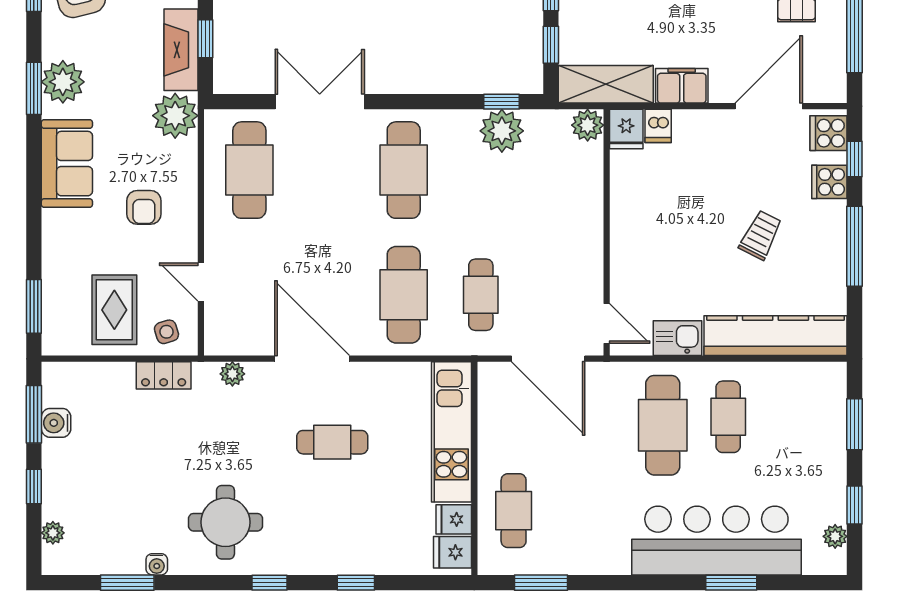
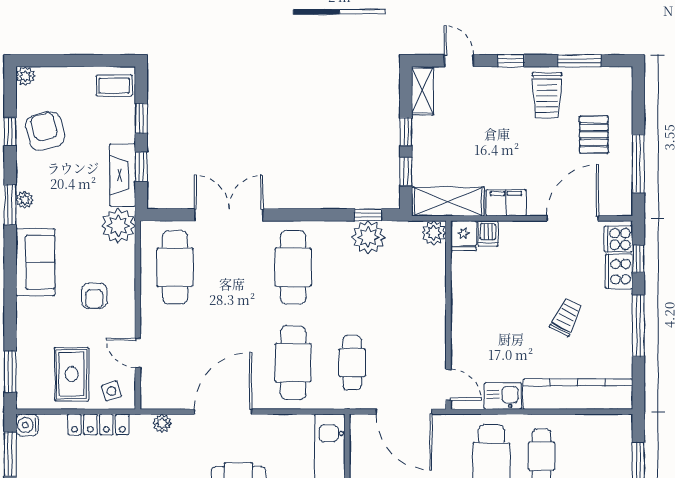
plant: (63, 82) -> (25, 200), width x0.53, depth x0.53
cooker: (829, 182) -> (619, 272), width x1.36
door: (312, 359) -> (223, 412), hinge flipped
locker: (164, 375) -> (98, 424), width x1.53
water cooler: (56, 423) -> (27, 425), moved

